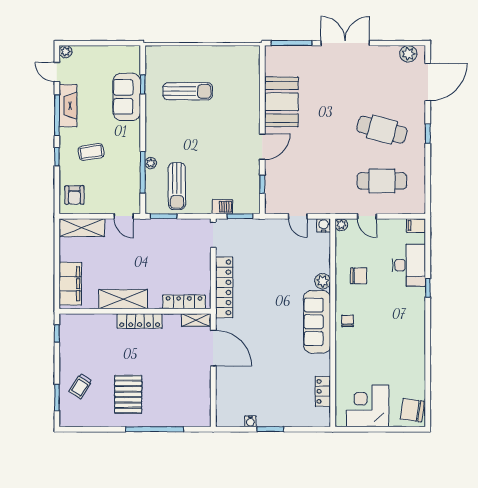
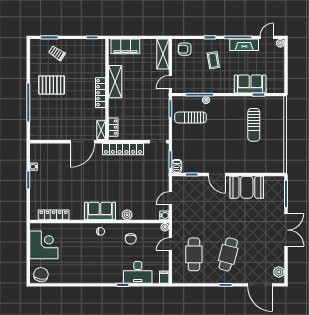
barbecue: (222, 207) -> (177, 166), moved
locker: (184, 302) -> (113, 127), width x0.66
sofa: (317, 322) -> (100, 211), width x0.73
locker: (323, 391) -> (54, 215), width x1.53

